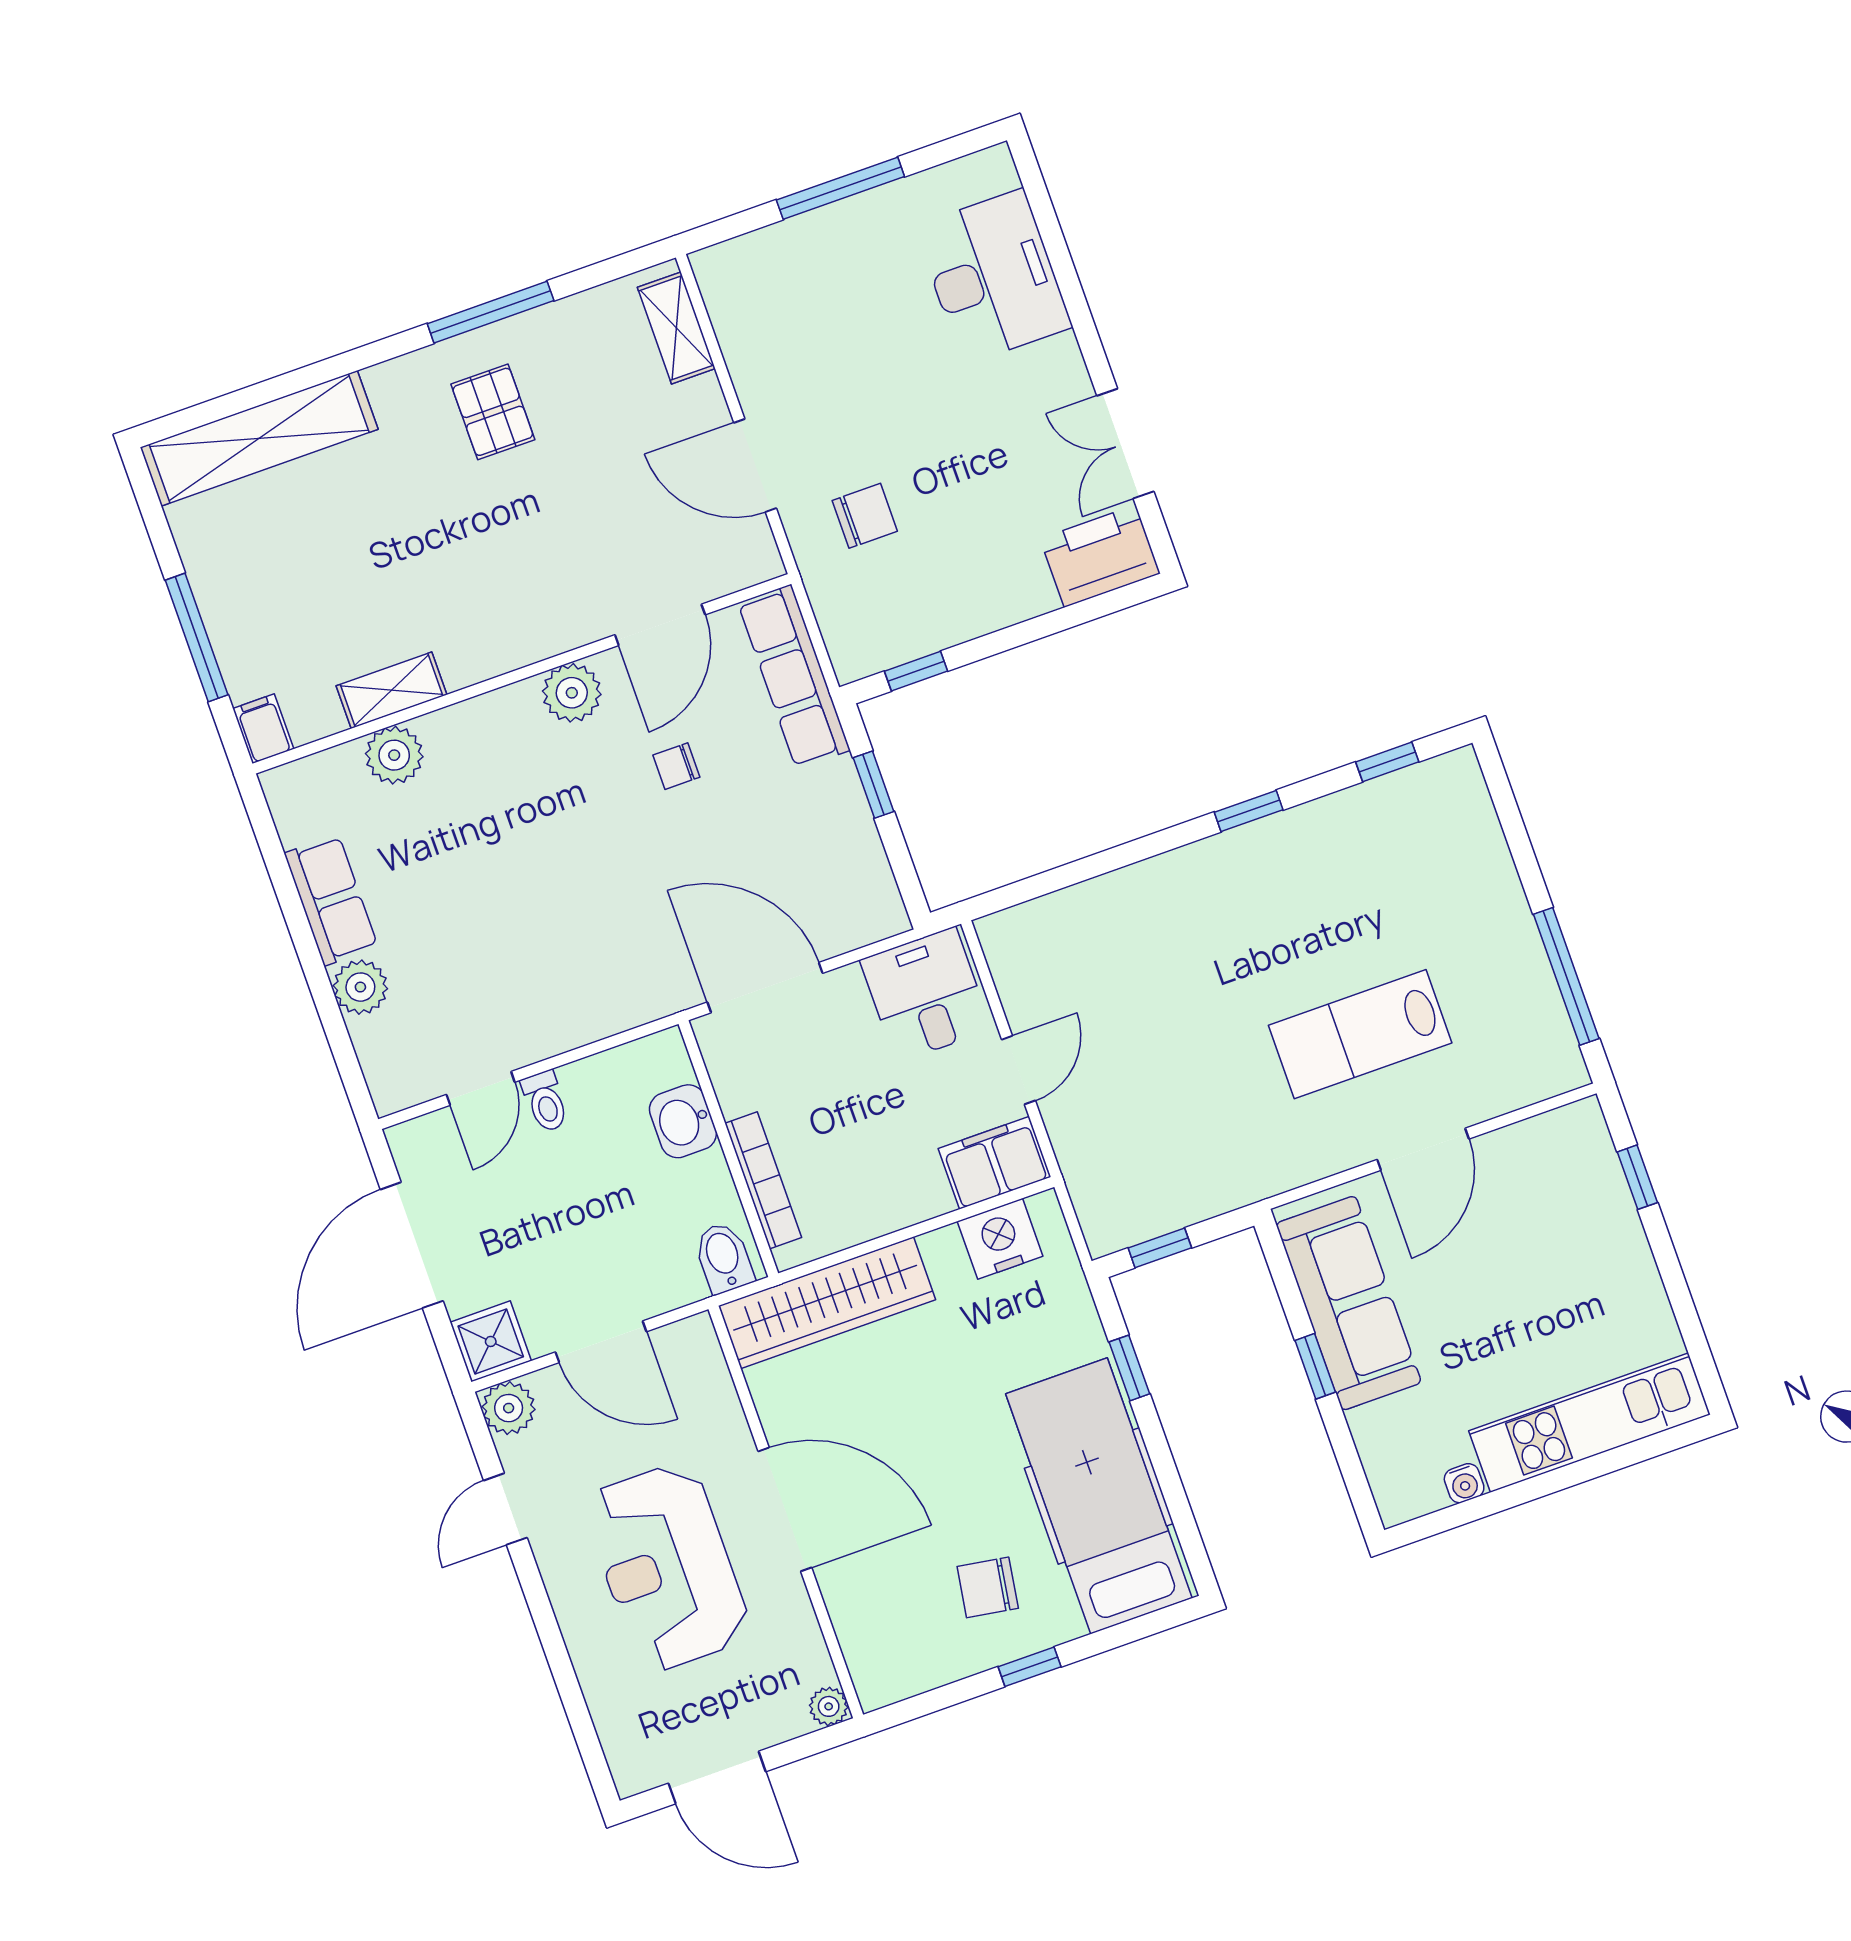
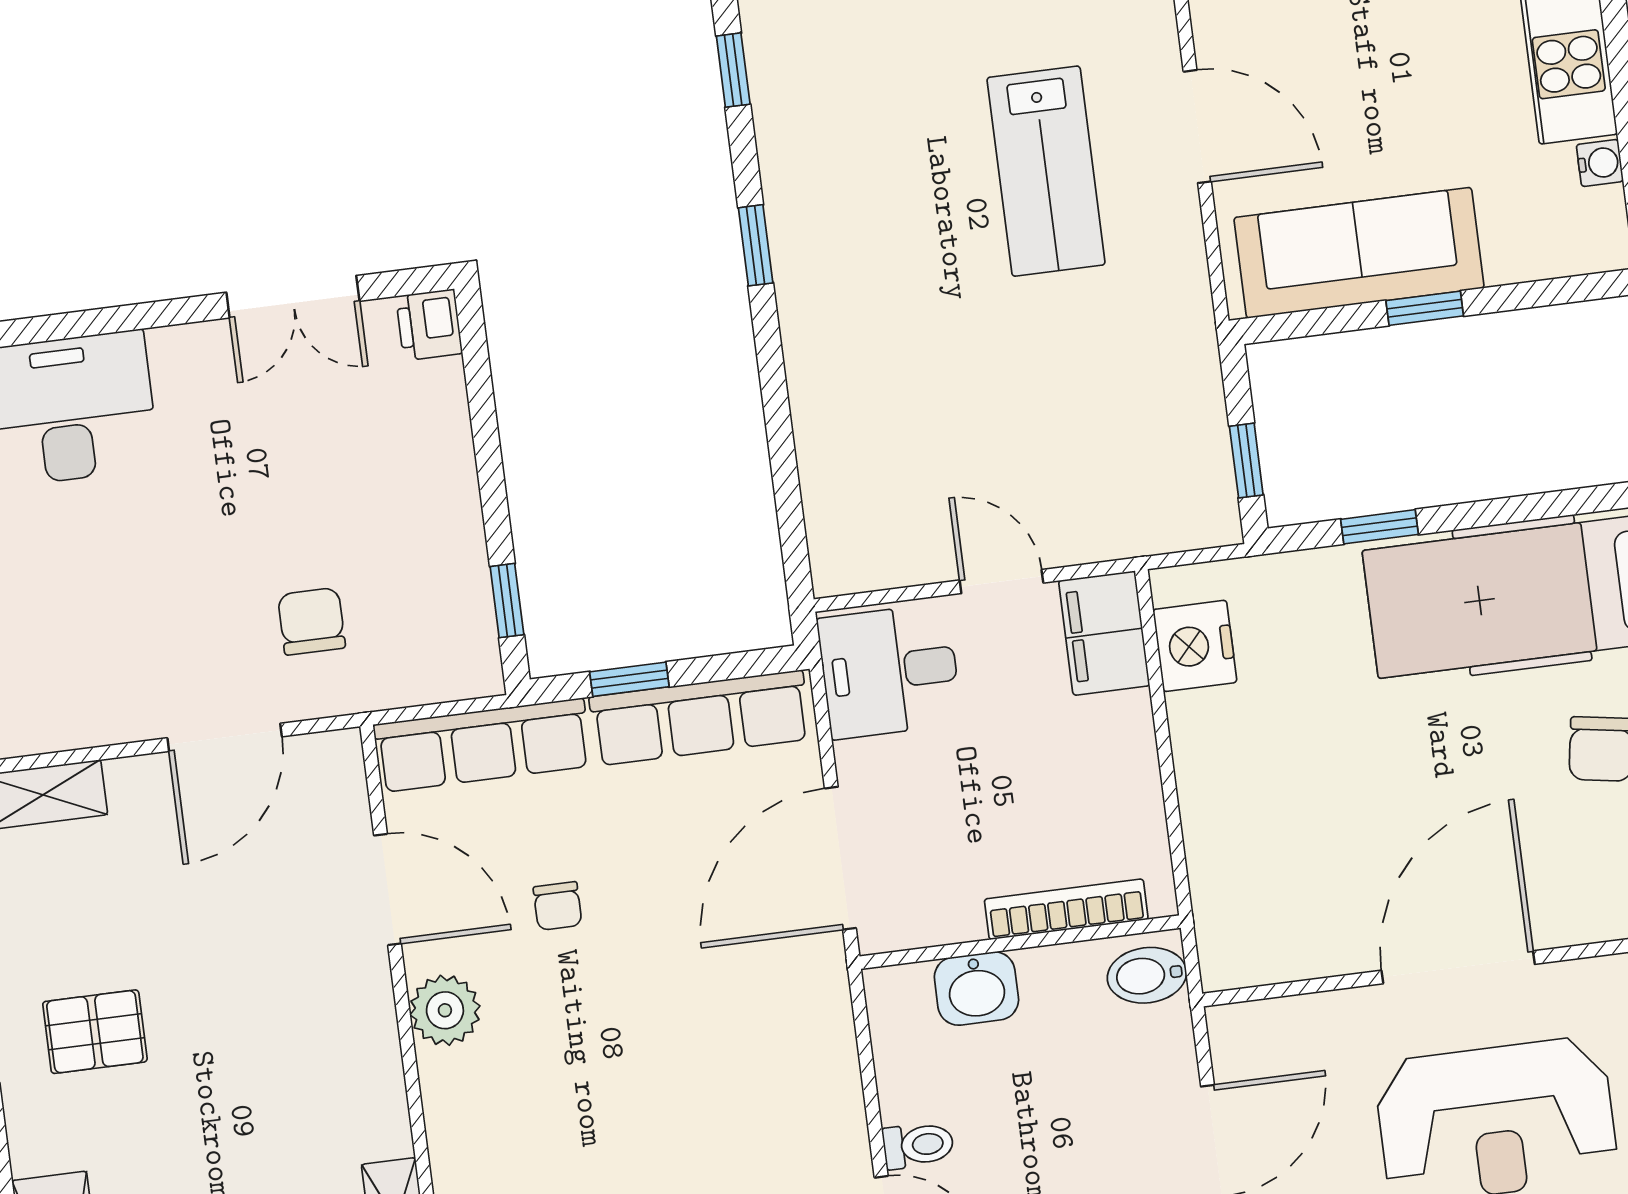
printer: (1100, 556) -> (429, 325), width x0.53, depth x0.68
row of seats: (854, 849) -> (700, 718), added
wardrobe: (827, 1303) -> (1226, 865), removed

